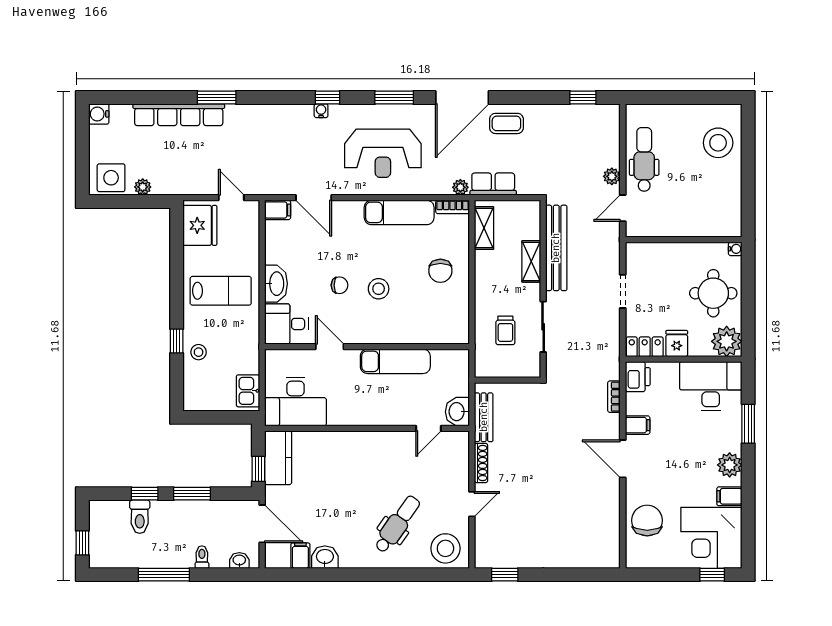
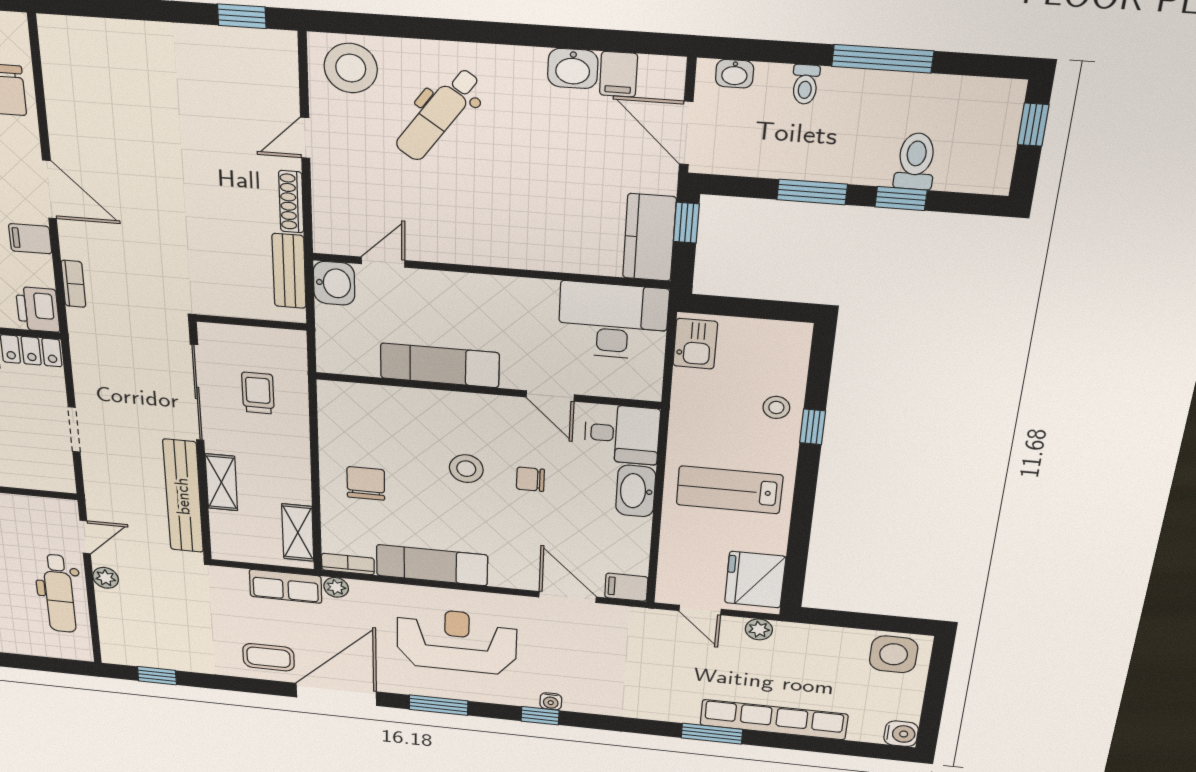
plant: (143, 187) -> (759, 629), moved
sliding door: (543, 327) -> (197, 393), width x1.37

